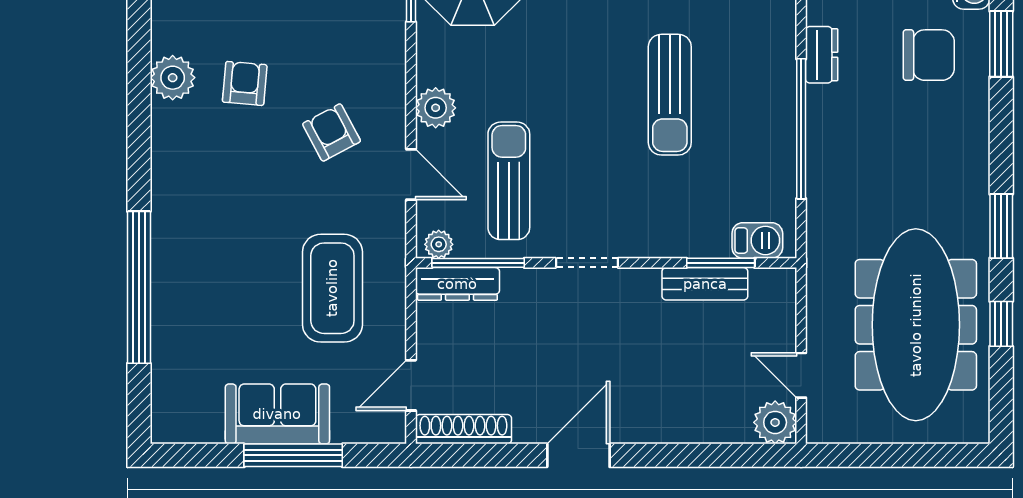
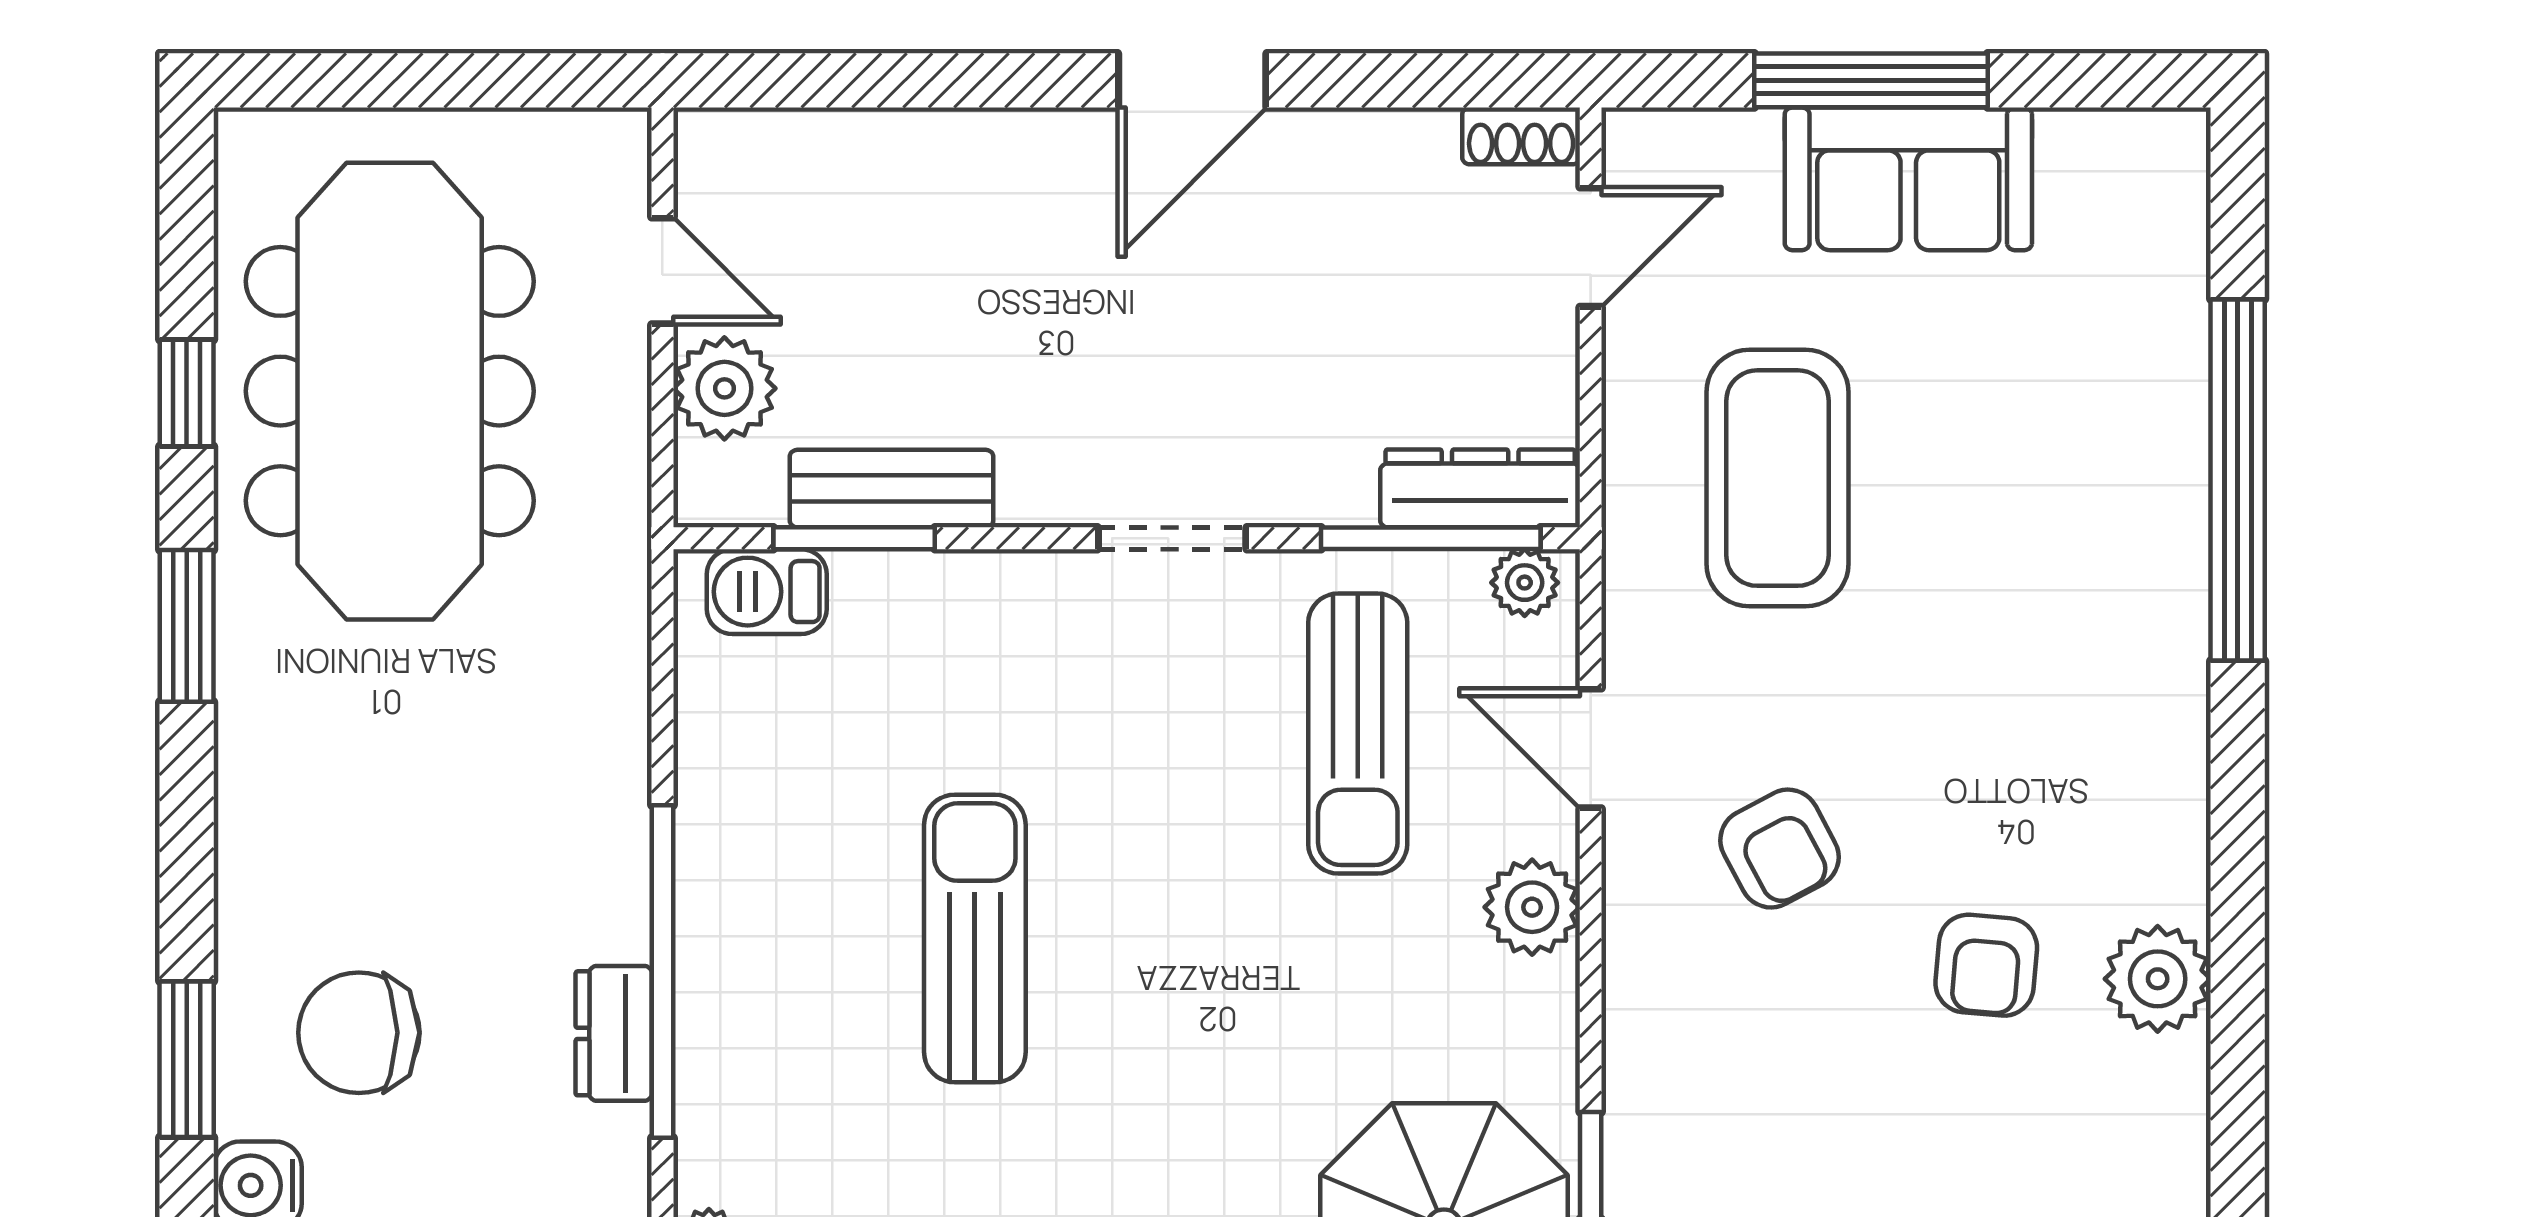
window: (801, 129) -> (662, 972), moved
plant: (775, 422) -> (724, 388), moved
shoe rack: (463, 429) -> (1521, 136), width x0.51, depth x0.81

